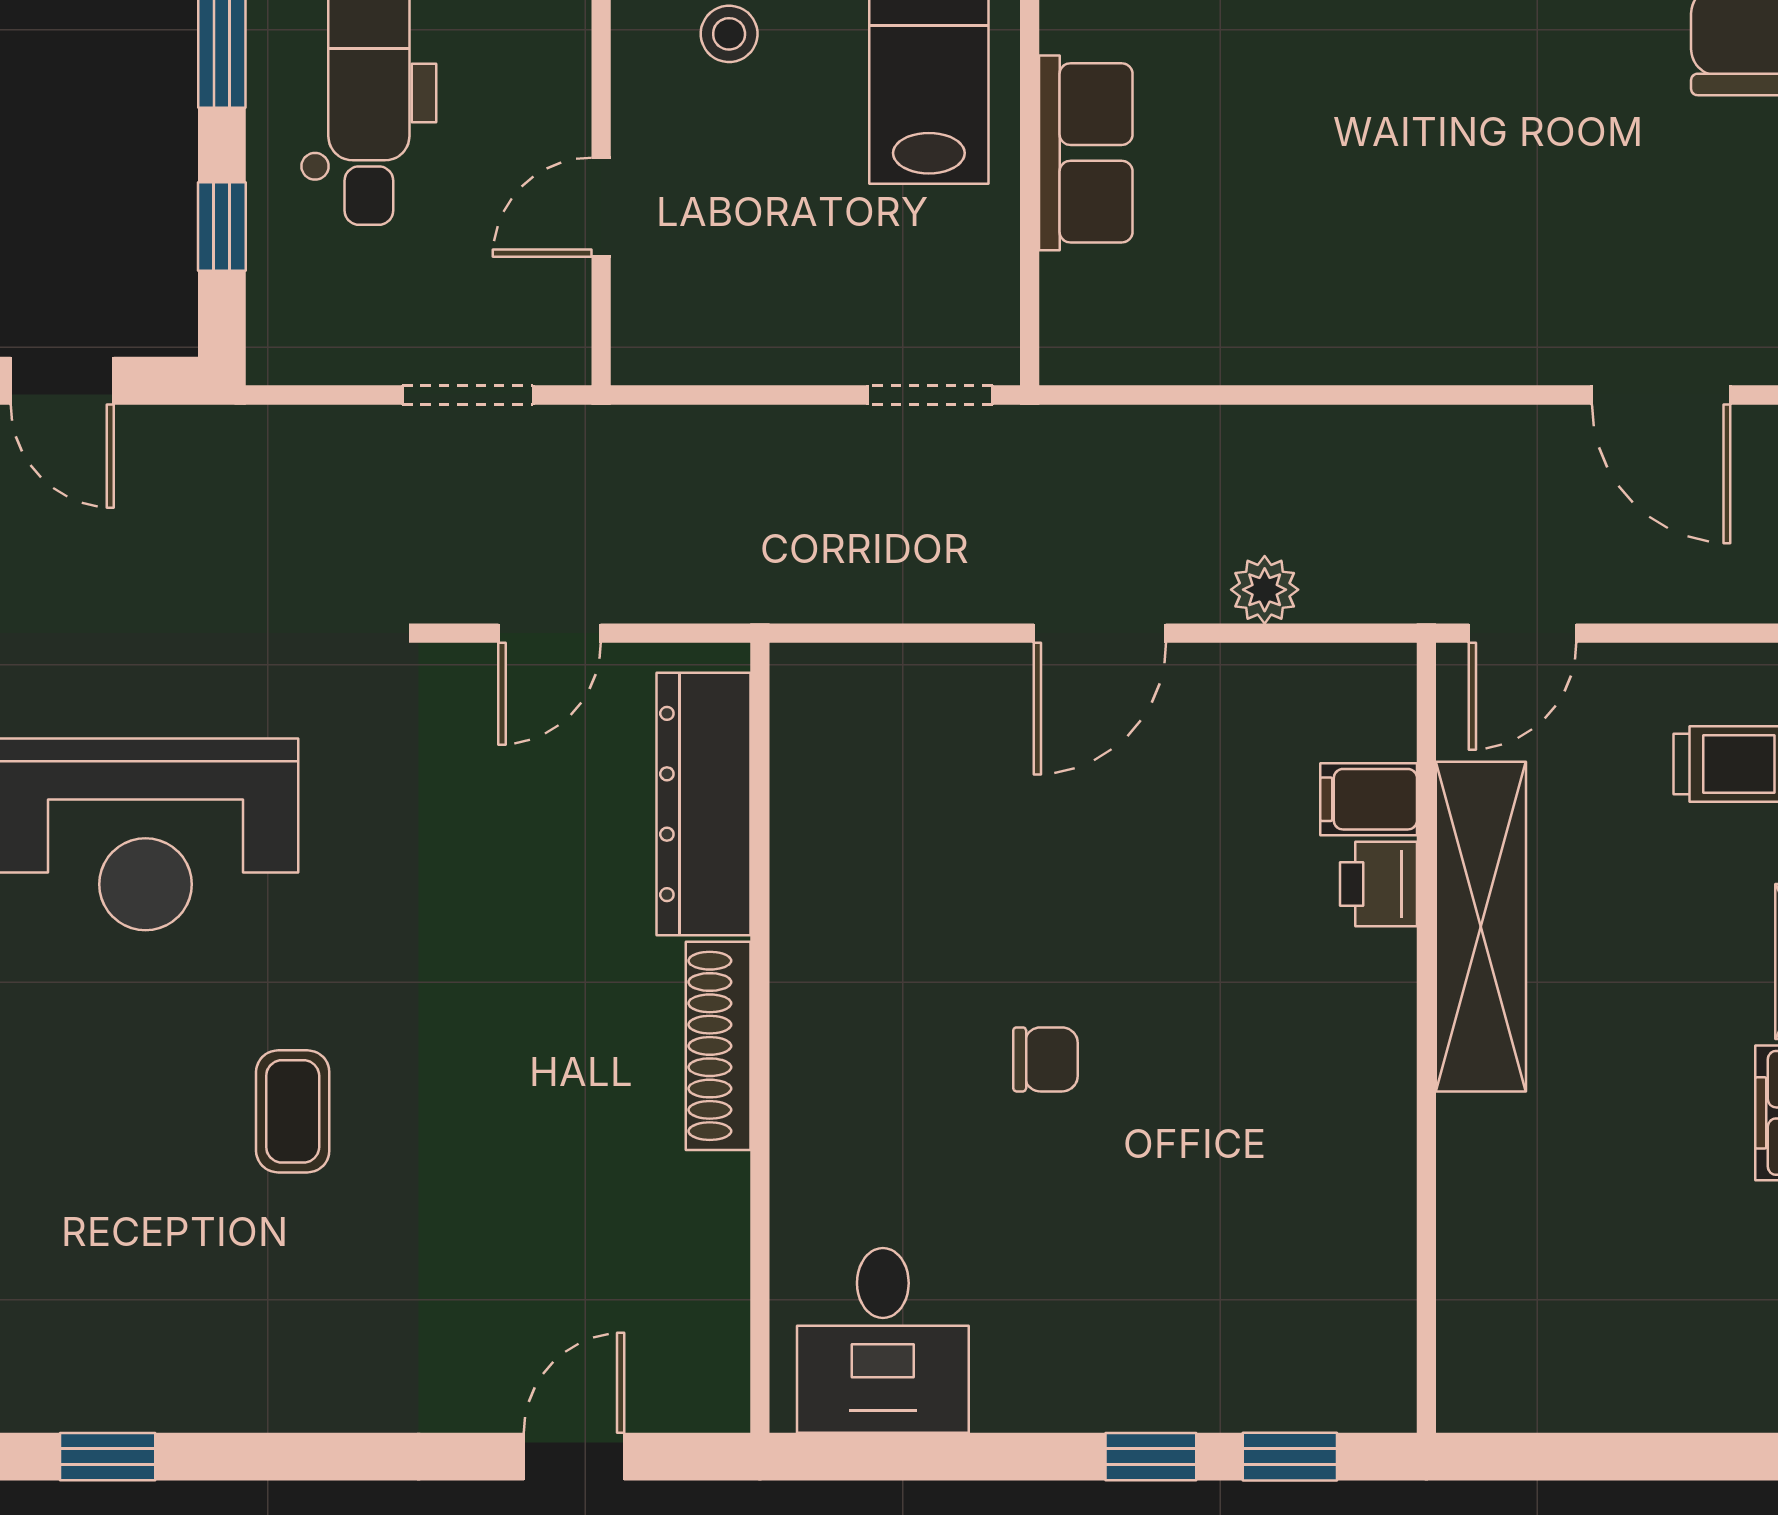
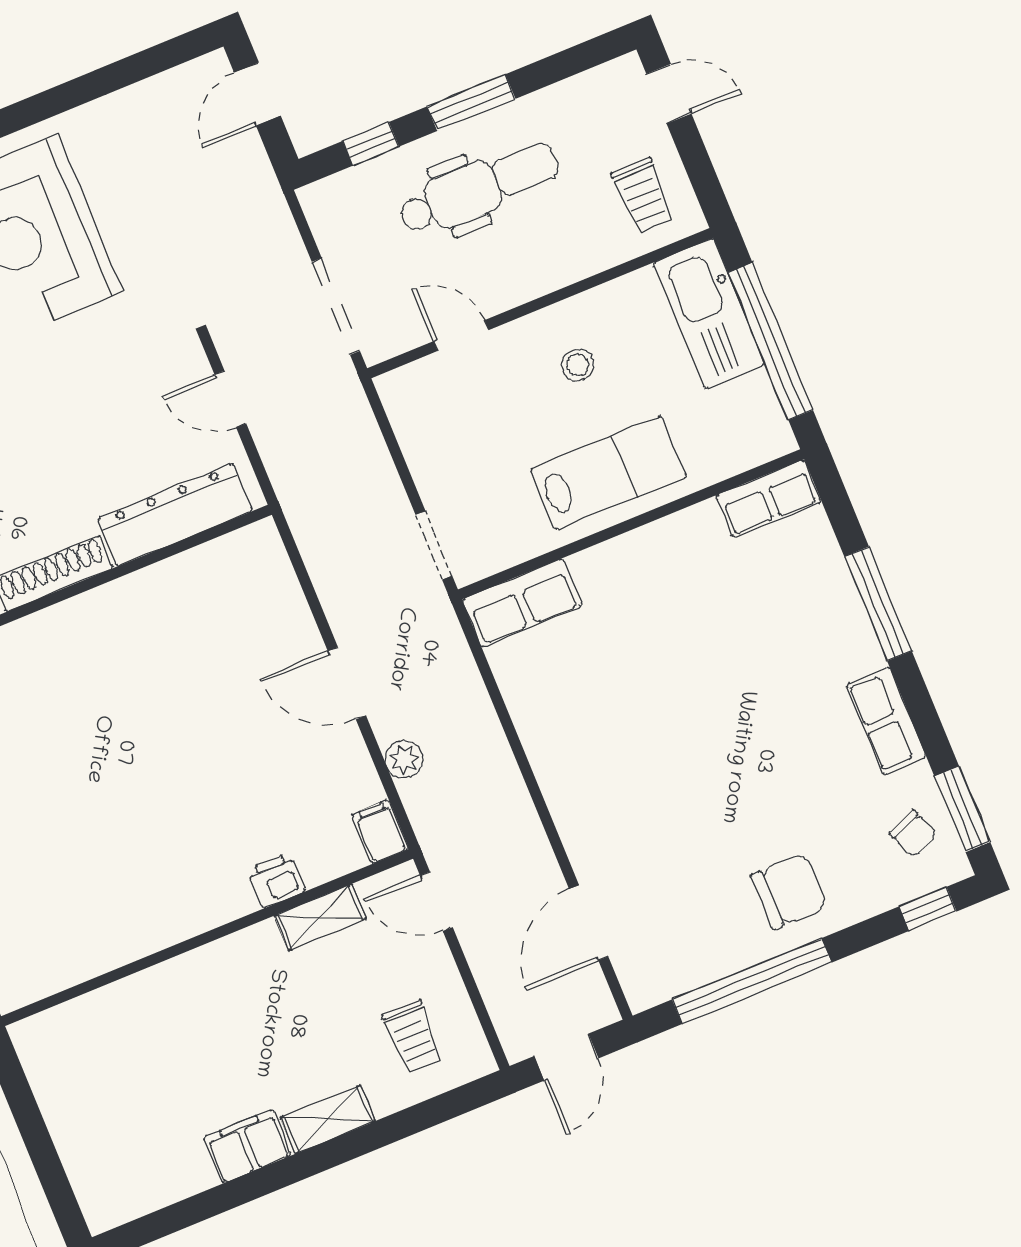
row of seats: (1086, 153) -> (522, 603), moved
doorway: (468, 395) -> (336, 306), width x1.38
filing cabinet: (1369, 799) -> (380, 832), moved
shelving: (1481, 927) -> (320, 917), width x0.45, depth x0.75
chair: (1045, 1059) -> (115, 745), removed

